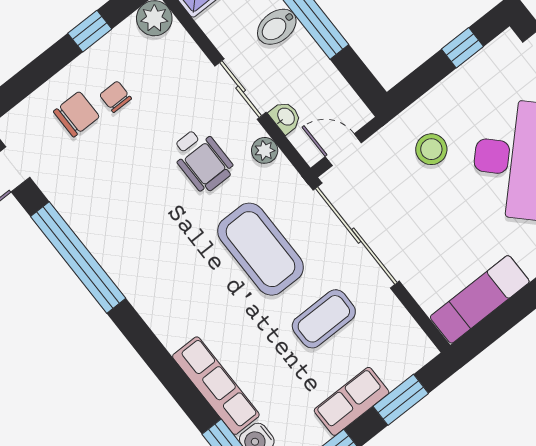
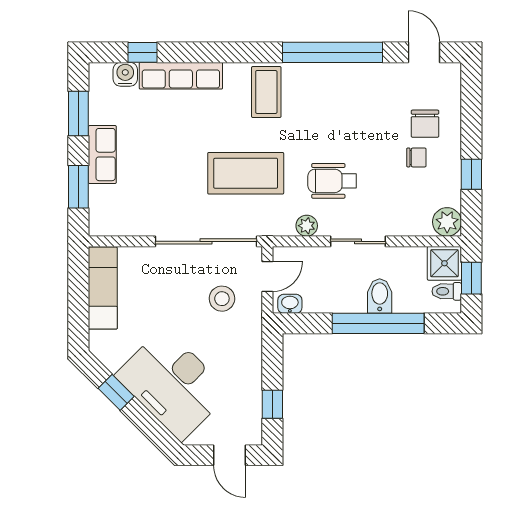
washbasin: (285, 117) -> (290, 304), moved, turned 180
stool: (431, 149) -> (222, 299), moved
coffee table: (324, 319) -> (266, 92), moved

